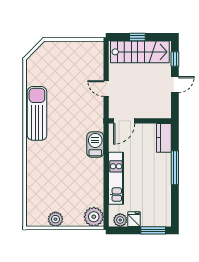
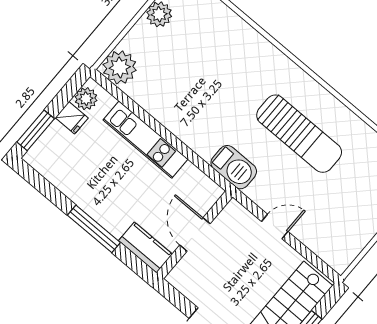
sun lounger: (37, 113) -> (299, 134), moved
door: (124, 121) -> (195, 234), moved
barbecue: (95, 145) -> (234, 167), moved

